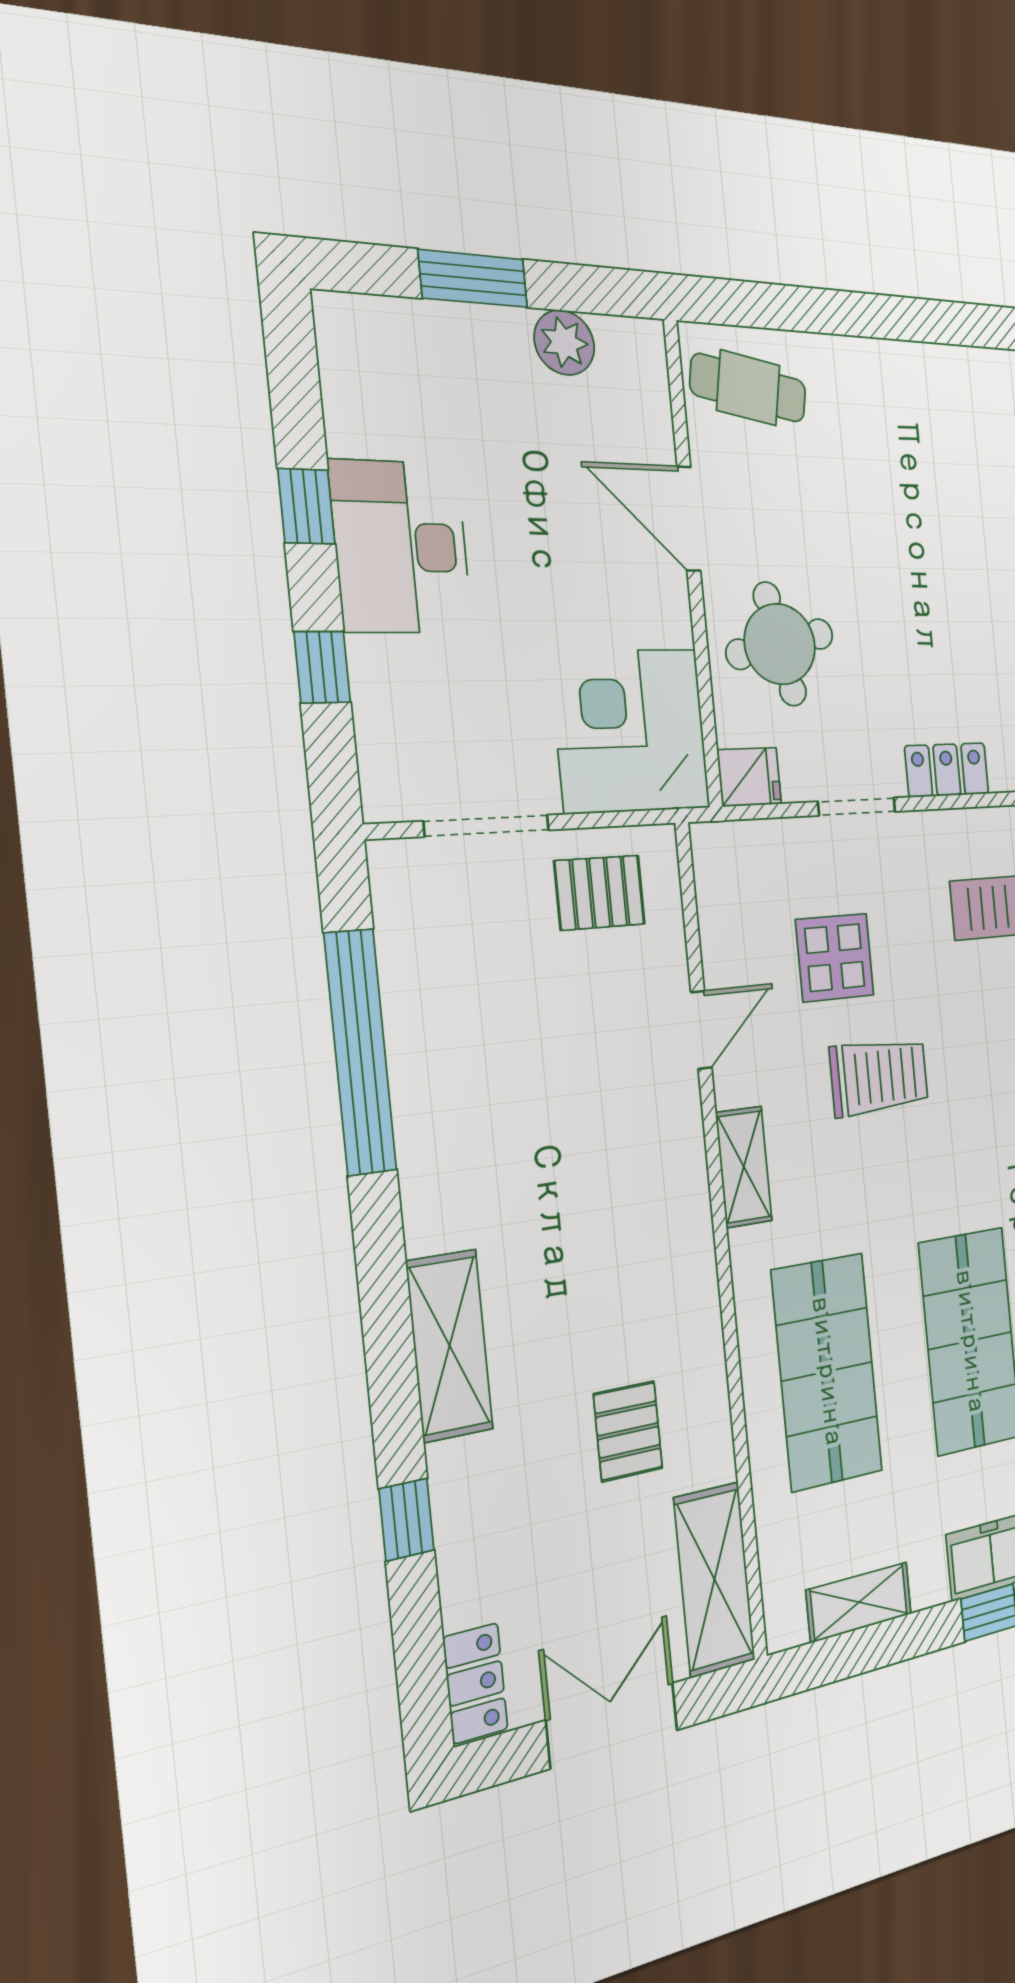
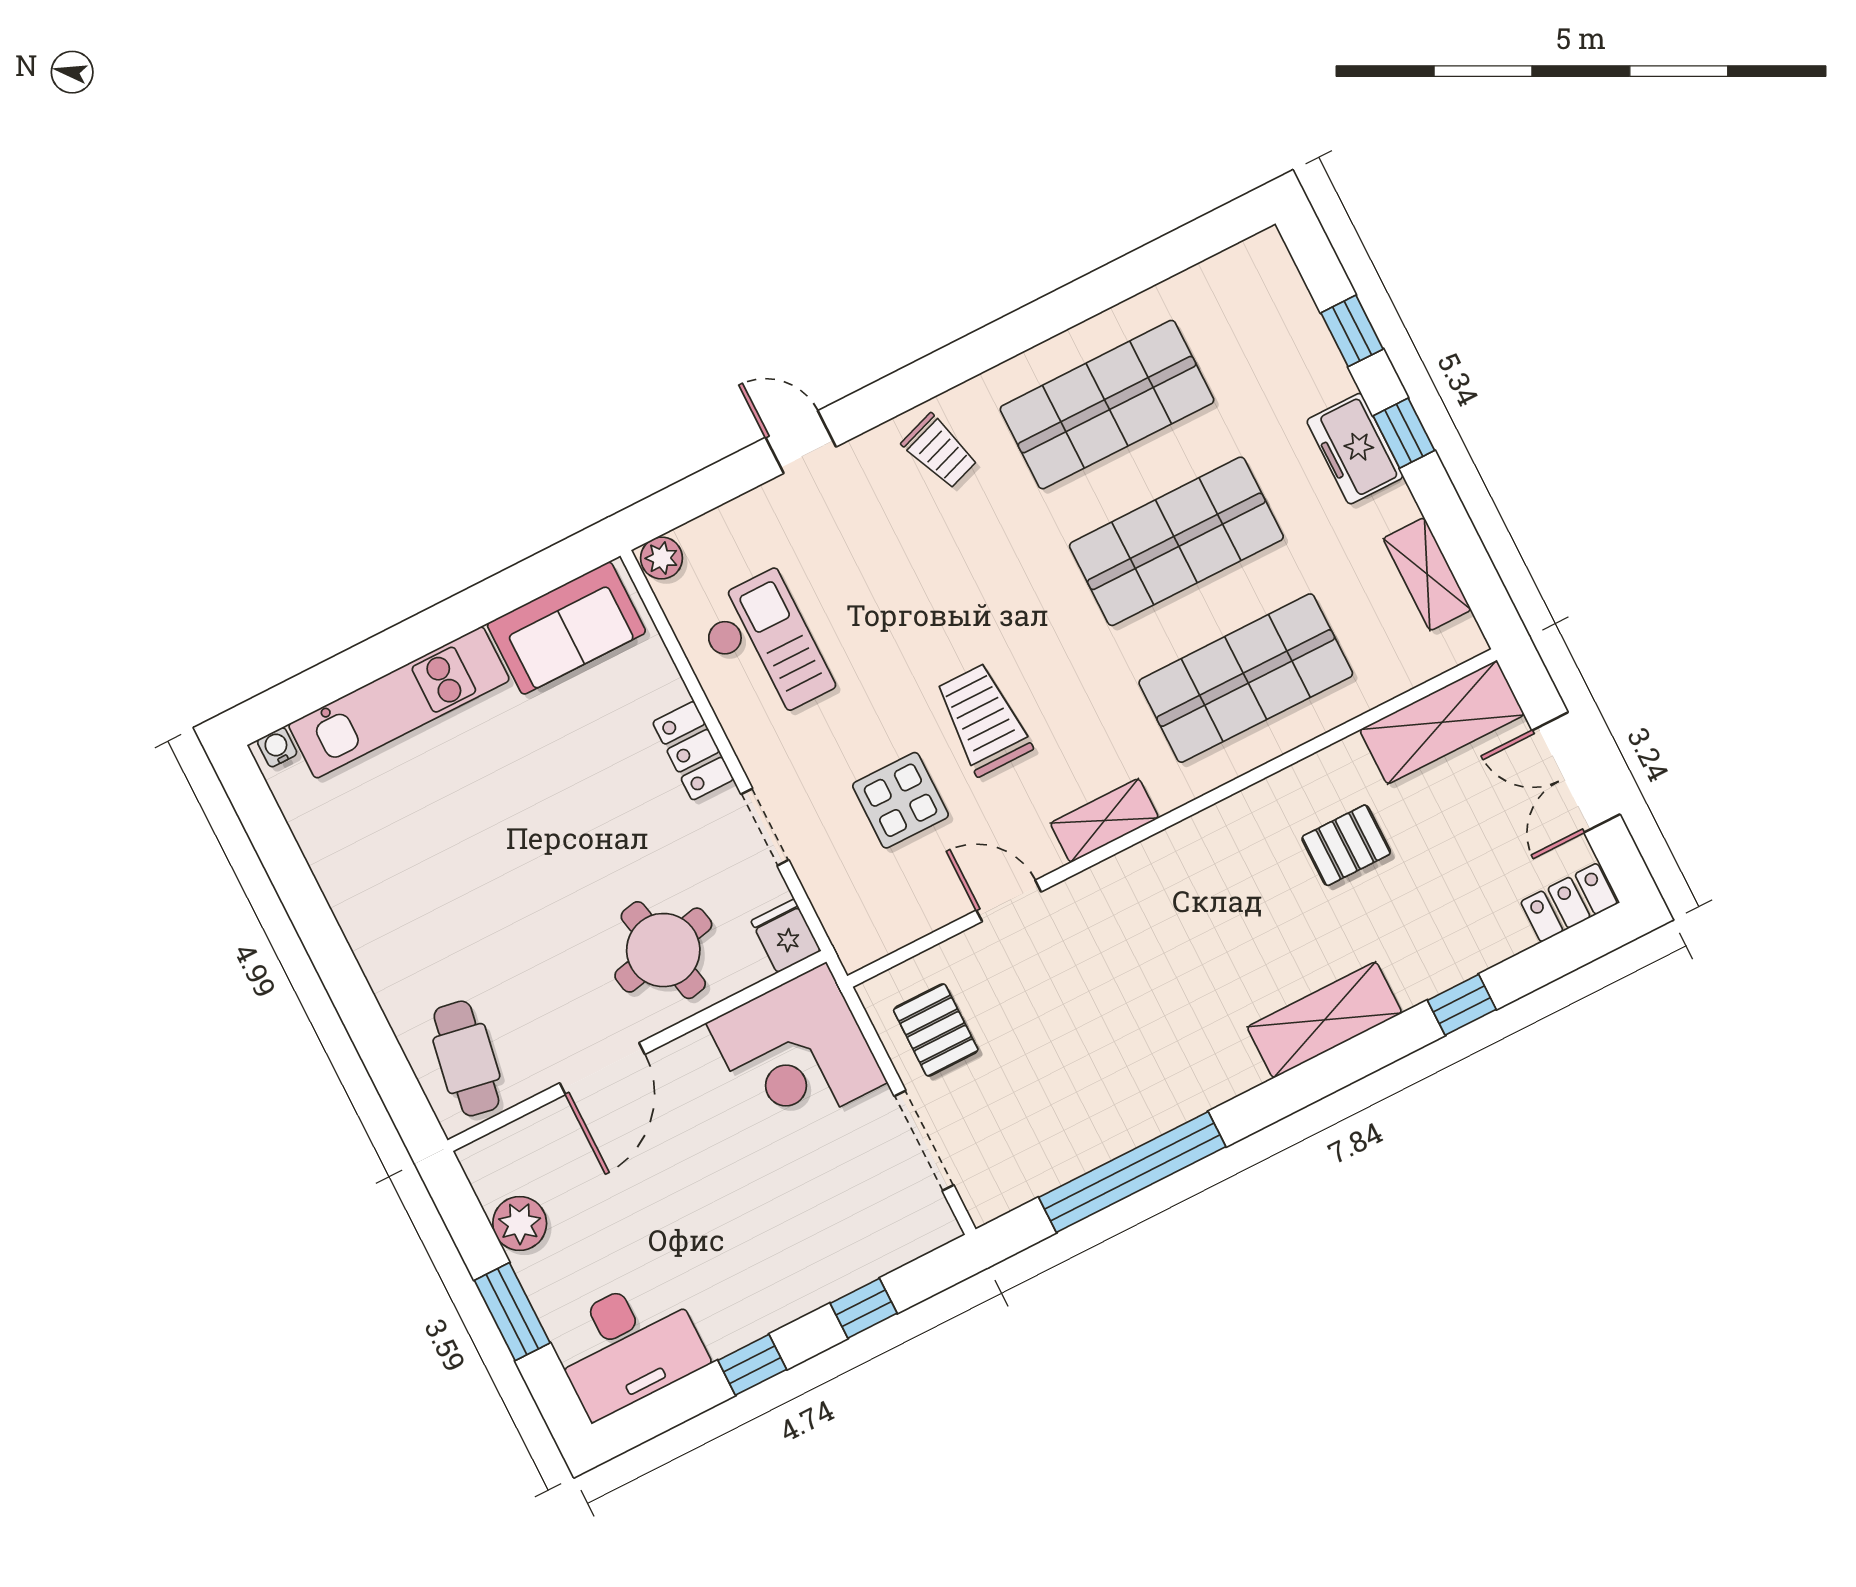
desk: (401, 547) -> (628, 1346), moved

